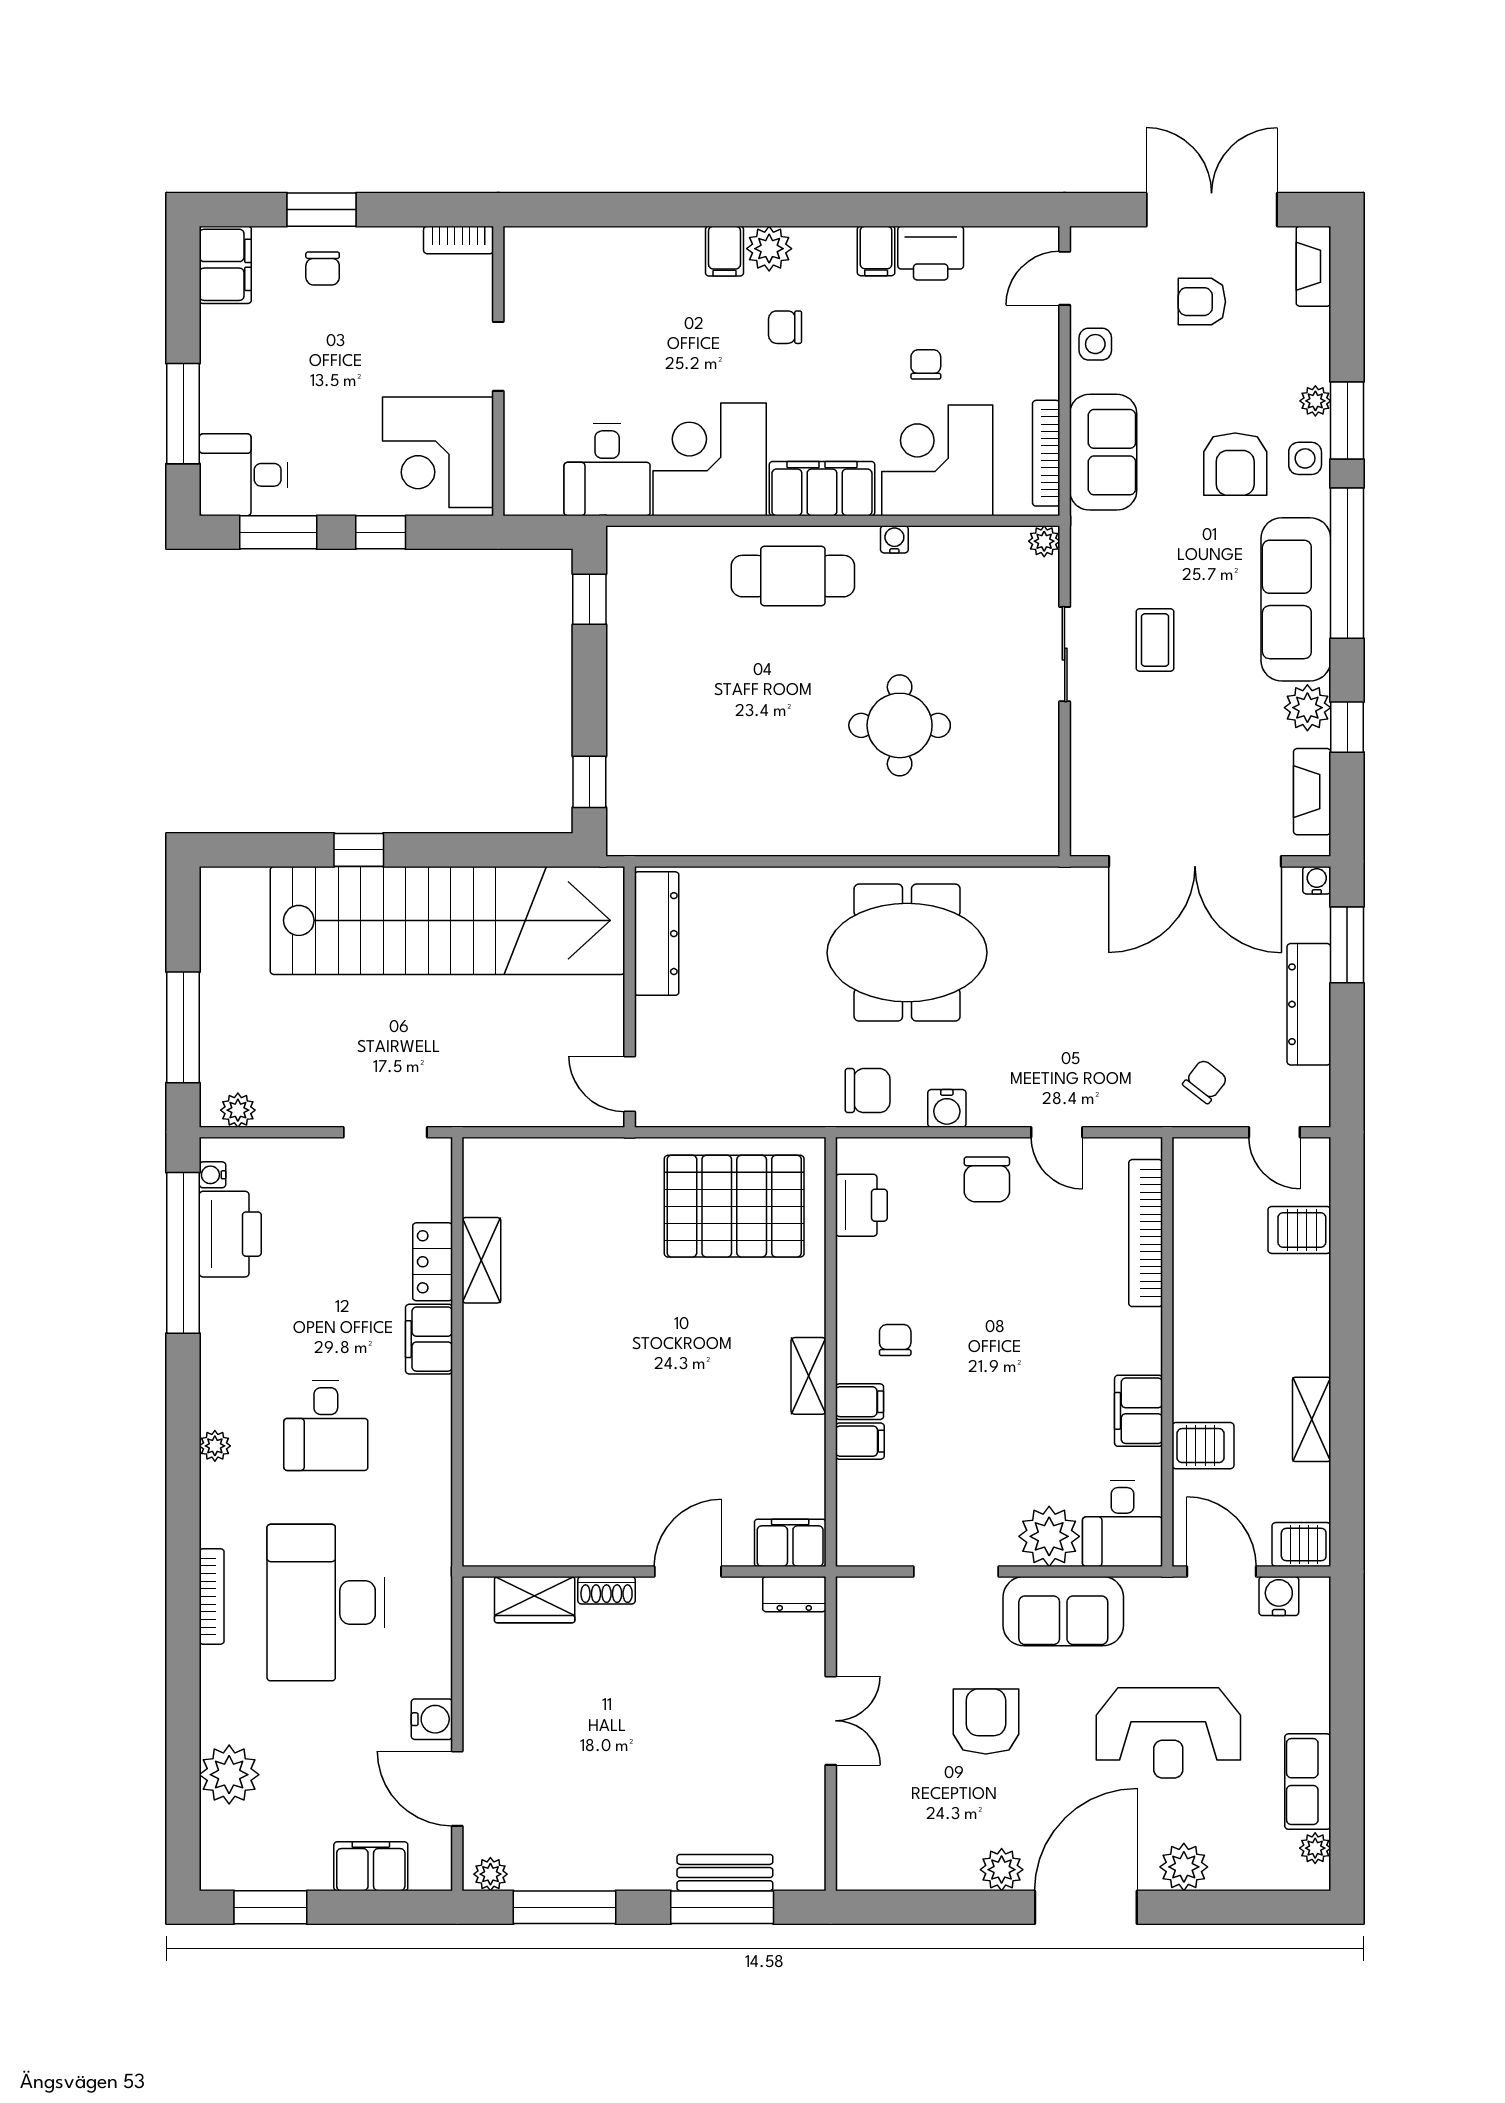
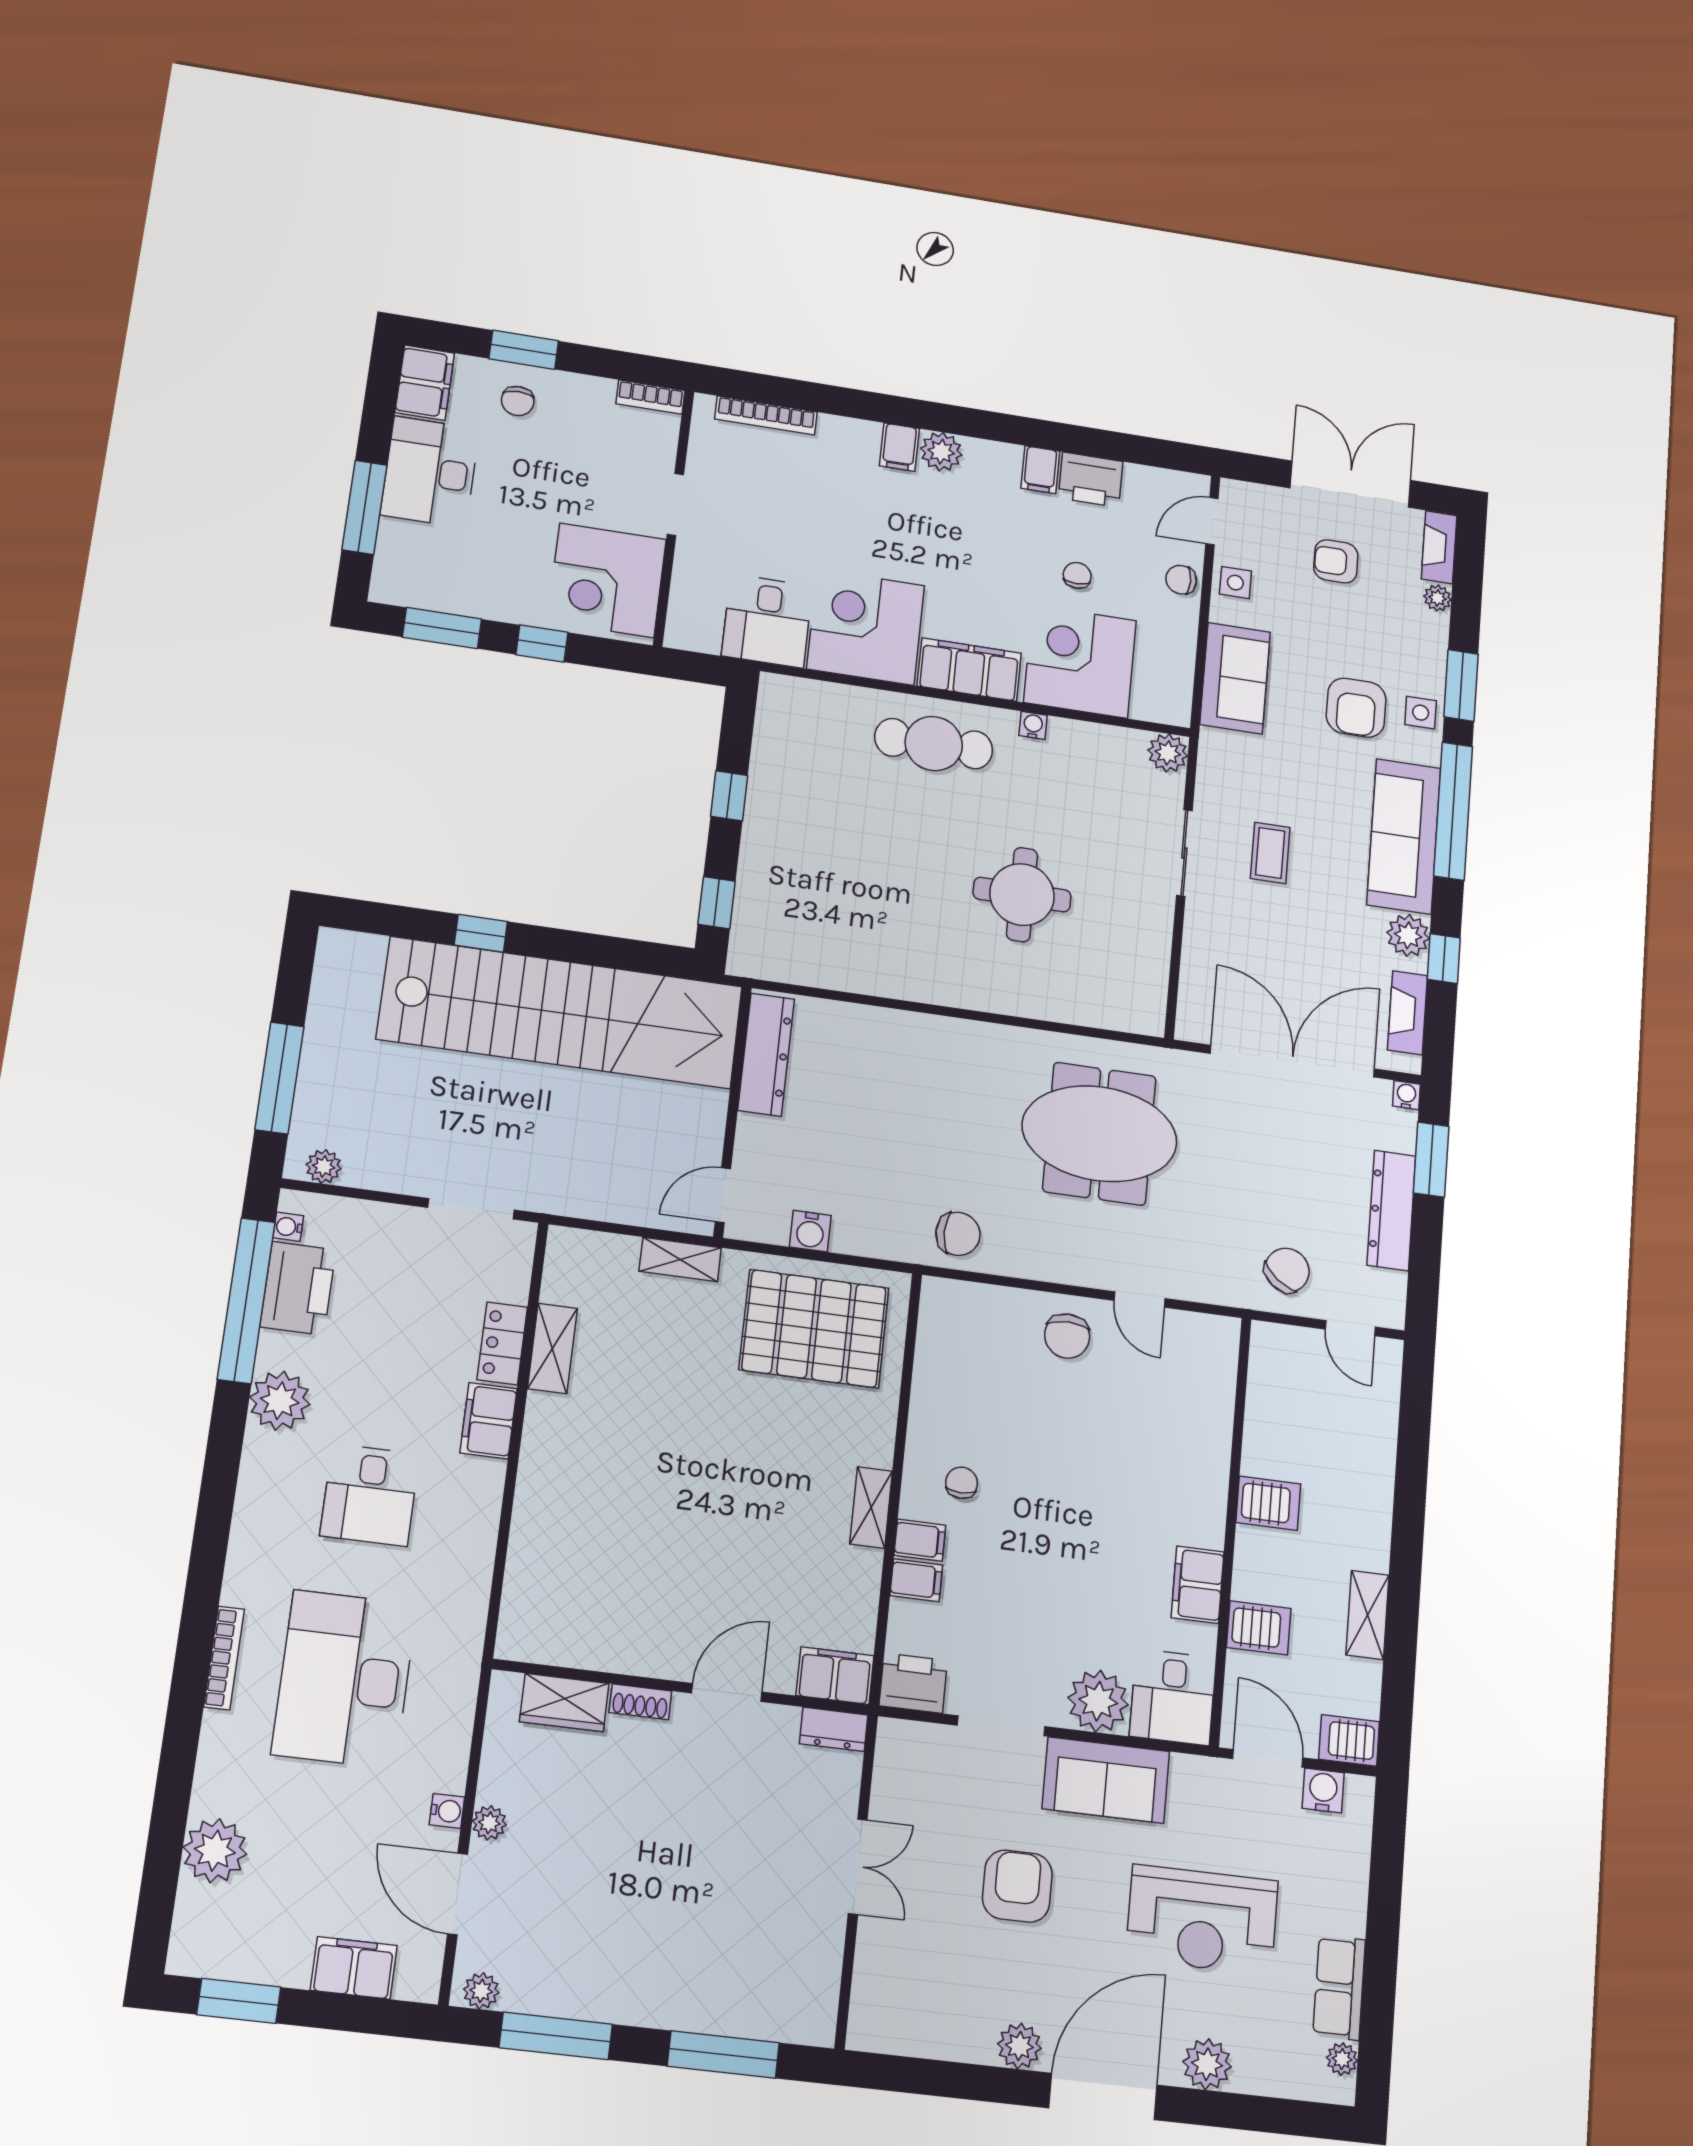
chair: (785, 327) -> (1181, 580), moved
plant: (1315, 401) -> (1437, 598), moved
bookcase: (1046, 453) -> (766, 415), moved, turned -90
desk: (244, 475) -> (430, 472), moved, width x1.37
plant: (1044, 541) -> (1168, 753), width x1.38, depth x1.38
window: (589, 599) -> (729, 796), moved
double door: (1195, 861) -> (1293, 1061), swing flipped
meeting table: (907, 953) -> (1099, 1134), moved
chair: (1205, 1081) -> (1287, 1270), width x1.37, depth x1.37
door: (630, 1084) -> (723, 1195), hinge flipped
water cooler: (947, 1108) -> (810, 1231), moved
shelving: (595, 1155) -> (680, 1259), added
printer: (861, 1205) -> (913, 1683), moved, turned -90
server rack: (1299, 1230) -> (1268, 1503), moved, turned 180
bookcase: (1146, 1233) -> (1218, 1409), removed
plant: (215, 1446) -> (280, 1401), moved, width x1.87, depth x1.87
water cooler: (432, 1719) -> (447, 1811), width x0.72, depth x0.72
plant: (478, 1720) -> (489, 1823), added
bench: (725, 1873) -> (730, 2017), removed

